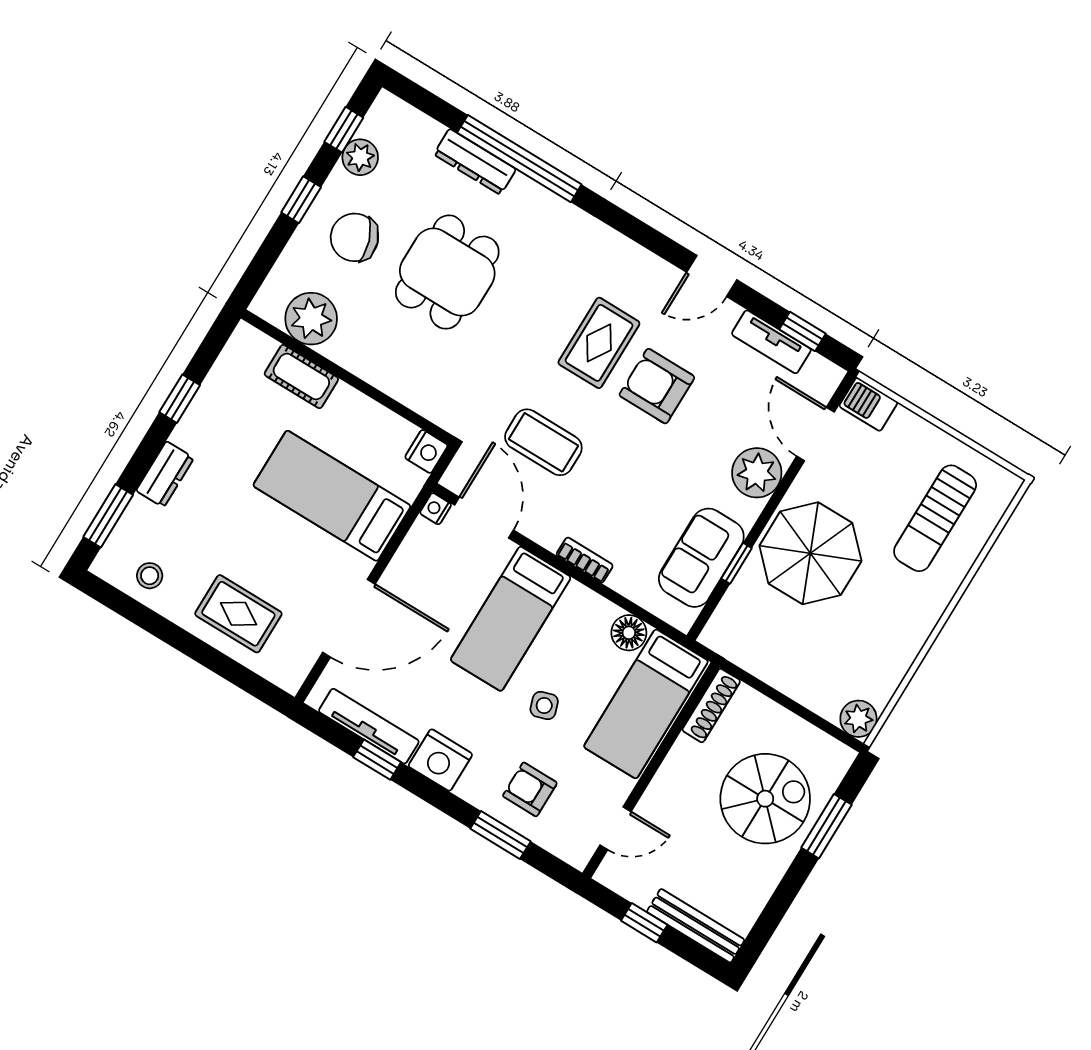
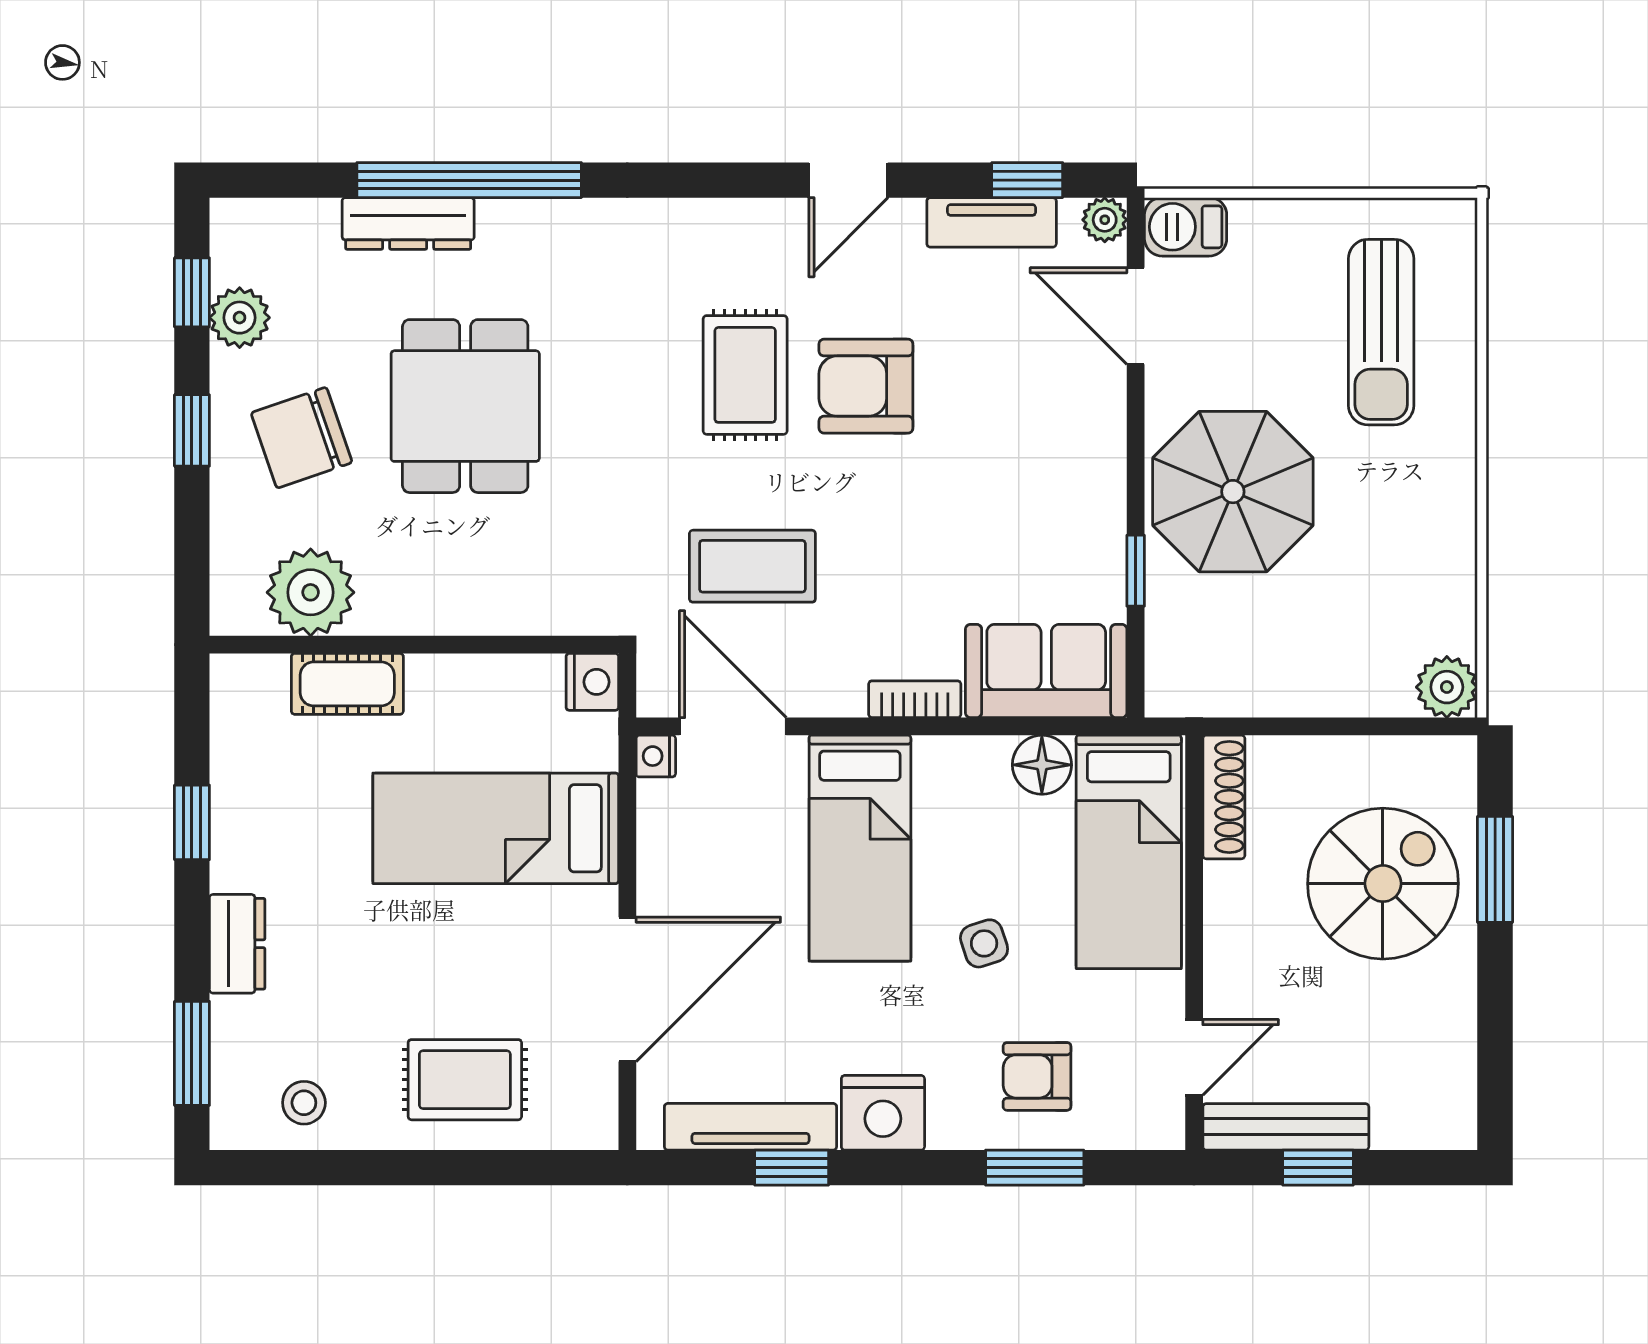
plant: (757, 473) -> (1105, 220), moved, width x0.53, depth x0.53
sofa: (701, 558) -> (1046, 671), moved, turned 90
bench: (696, 926) -> (1286, 1127), moved

